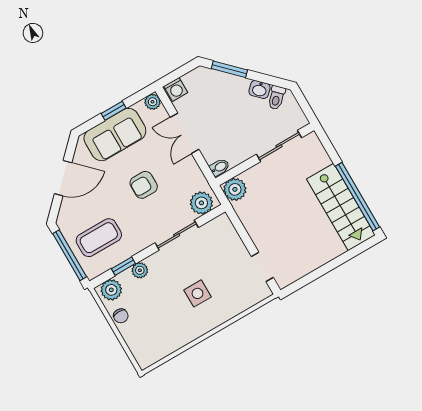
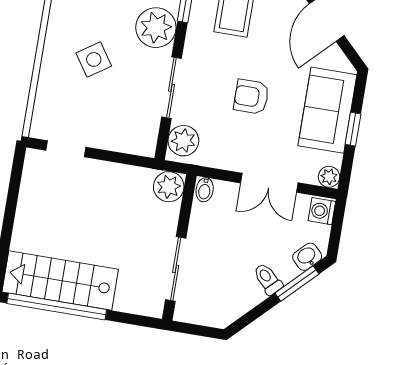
washbasin: (260, 89) -> (307, 257), moved
toilet: (276, 98) -> (268, 279), moved
double door: (185, 133) -> (269, 183), swing flipped
armchair: (144, 185) -> (251, 97), turned -90
plant: (140, 270) -> (156, 28), width x1.87, depth x1.87
side table: (197, 293) -> (94, 59), turned -34

